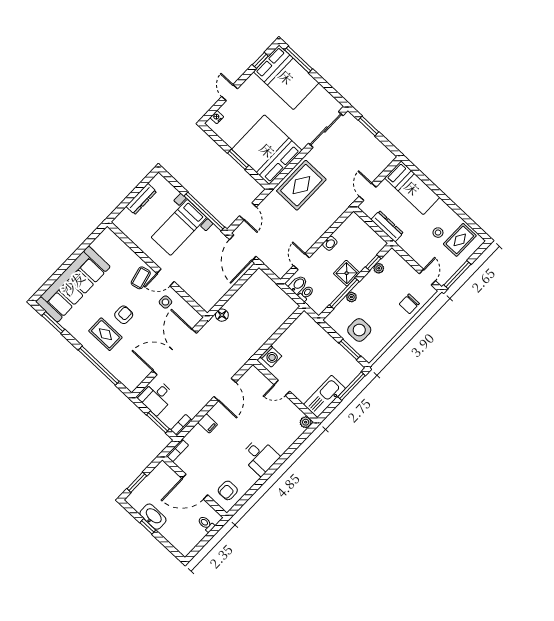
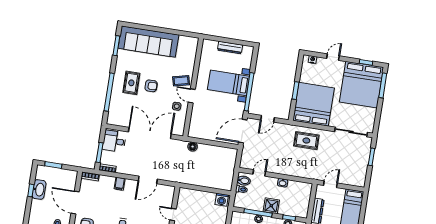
bed: (286, 77) -> (362, 85), width x1.36
rug: (301, 185) -> (306, 141), width x0.73, depth x0.70
washing machine: (271, 356) -> (222, 200), moved

